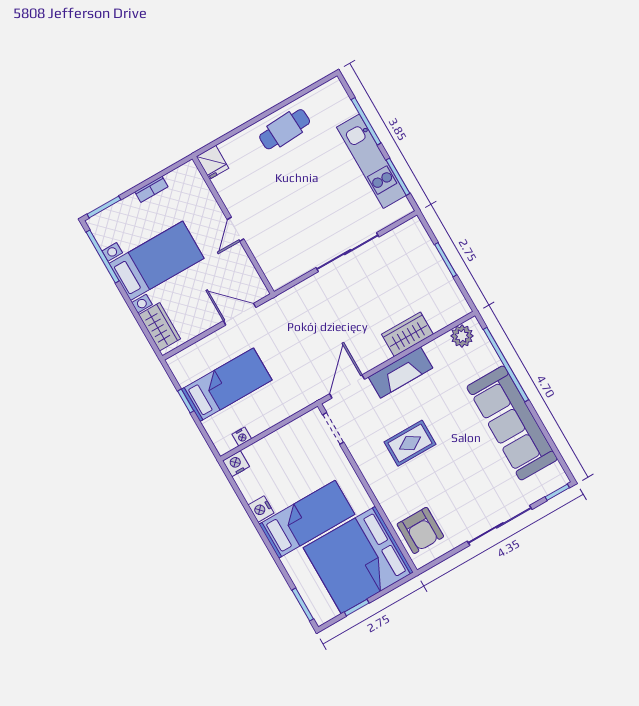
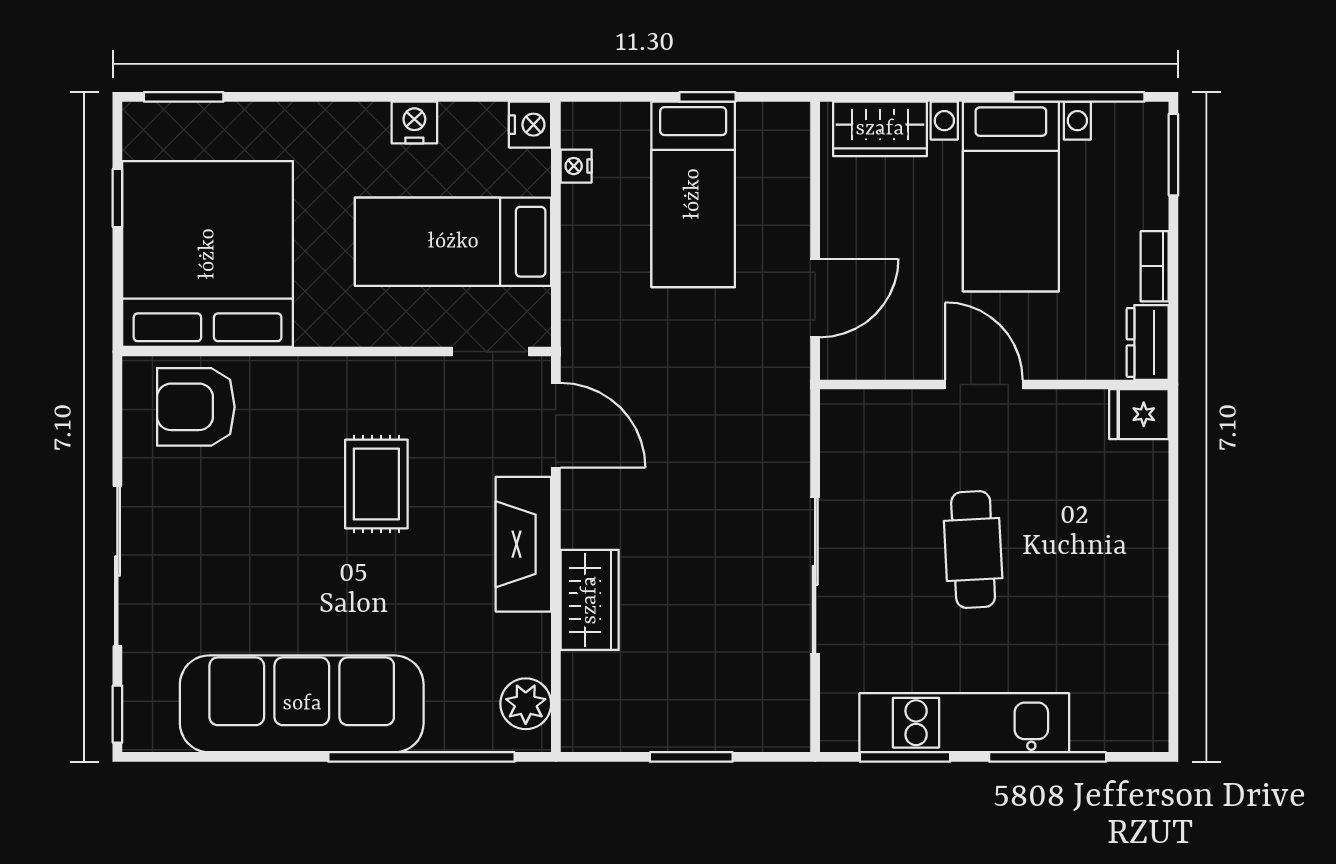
cafe table: (285, 129) -> (973, 550), moved
dresser: (183, 175) -> (1148, 342), added
door: (236, 229) -> (984, 385), width x1.38
bed: (307, 519) -> (453, 242), moved, turned 90

